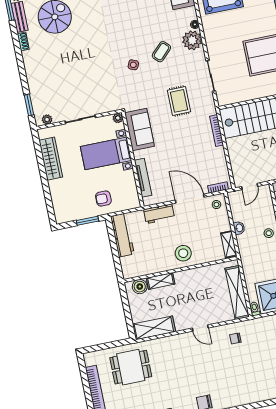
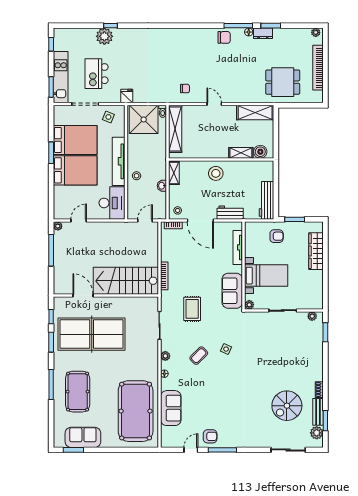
plant: (192, 40) -> (165, 356), width x0.53, depth x0.53
wardrobe: (51, 159) -> (316, 251), moved

